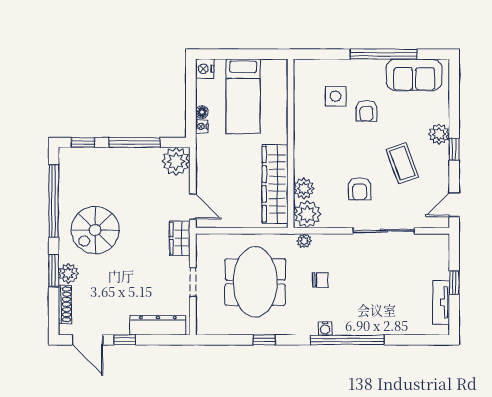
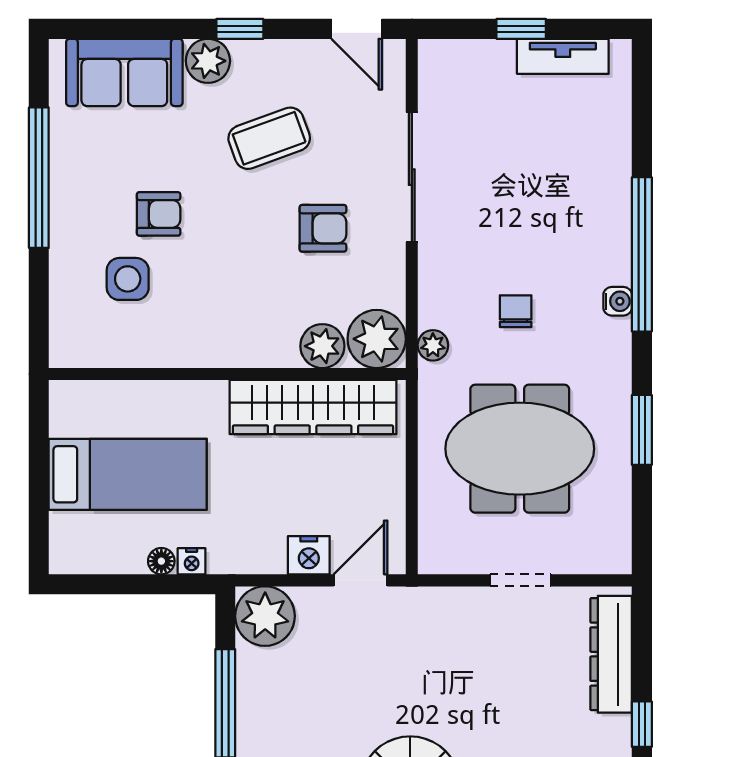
nightstand: (205, 69) -> (309, 555), moved
sofa: (414, 75) -> (124, 72), moved, turned 90
wardrobe: (180, 238) -> (427, 608), removed
window: (264, 340) -> (642, 430), width x1.50

